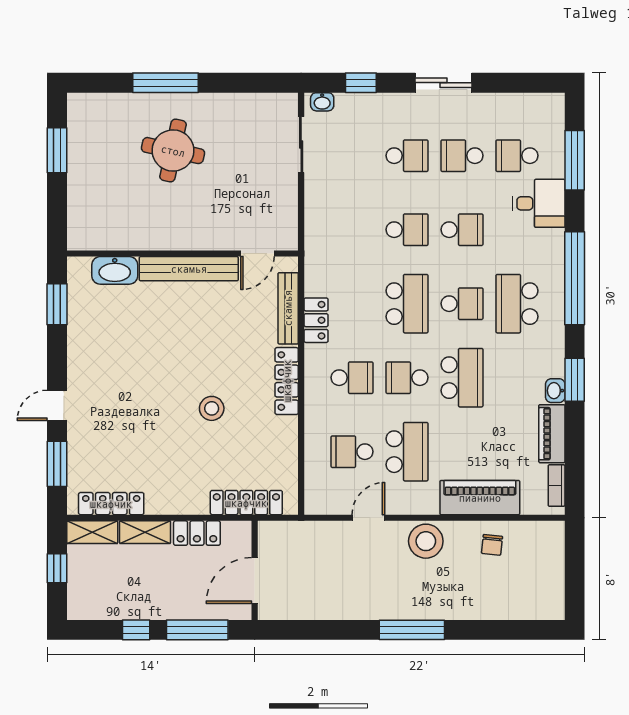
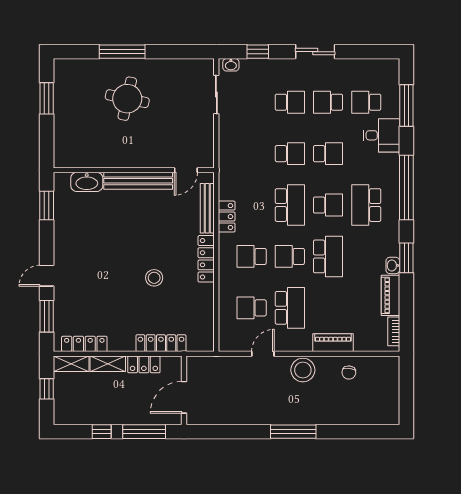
school desk: (352, 378) -> (252, 256), turned 180
piano: (480, 498) -> (333, 343), width x0.73, depth x0.75
locker: (246, 503) -> (161, 343), moved

